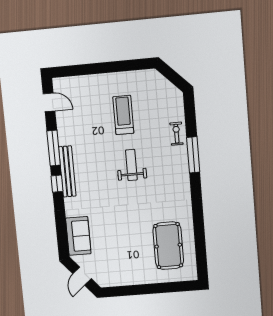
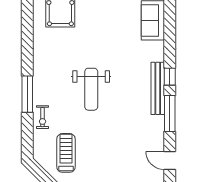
treadmill: (123, 115) -> (66, 153), moved, turned 180
weight bench: (131, 165) -> (91, 89), width x1.36, depth x1.33

